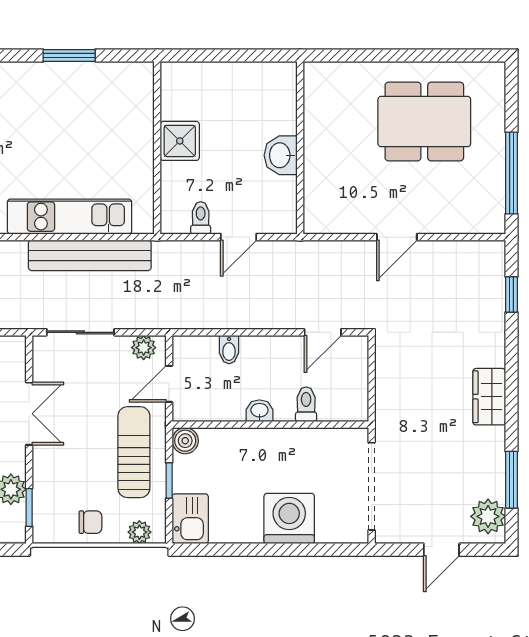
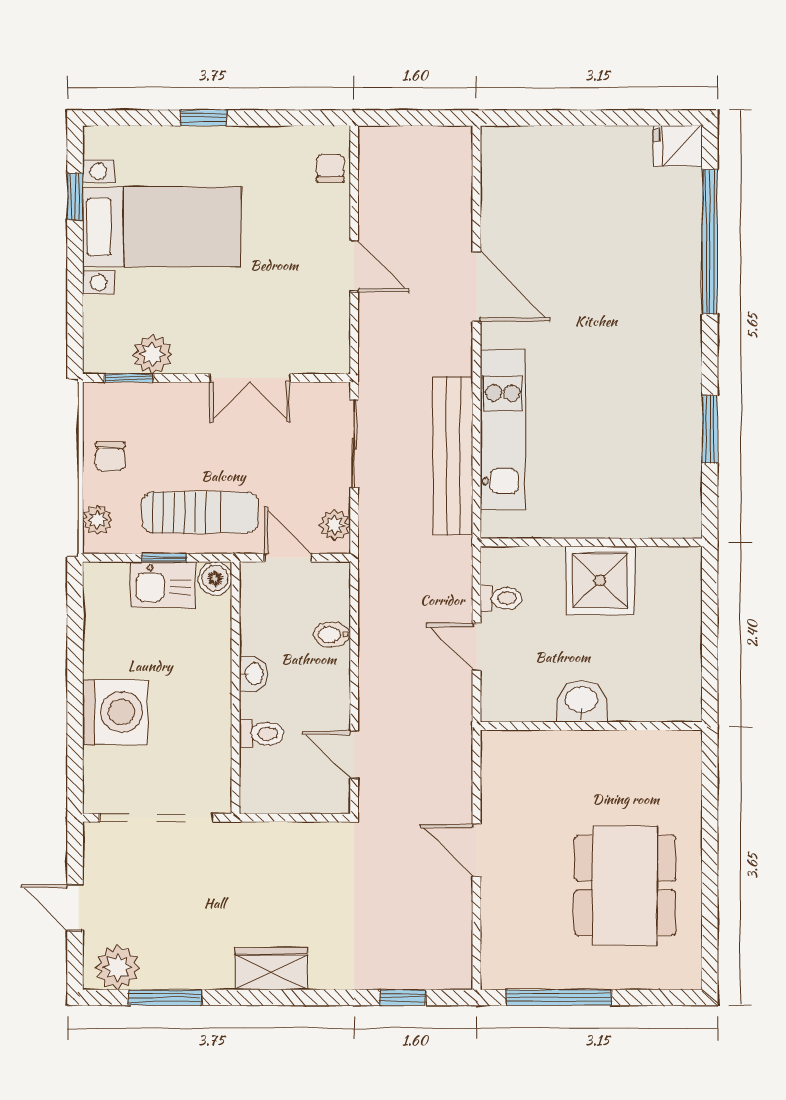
shower: (180, 141) -> (600, 581), width x1.36, depth x1.36
kitchen sink: (190, 519) -> (163, 585), moved

